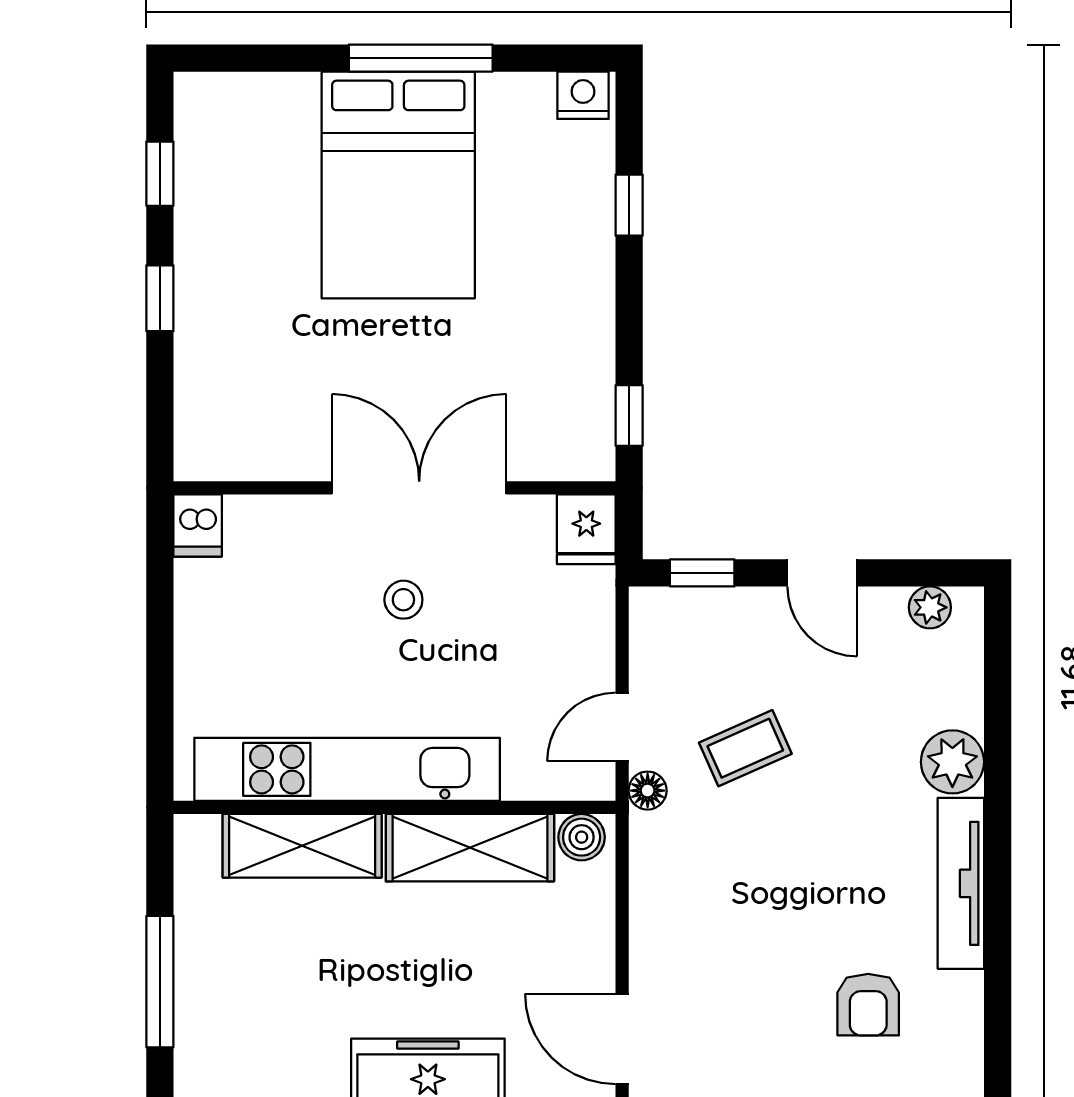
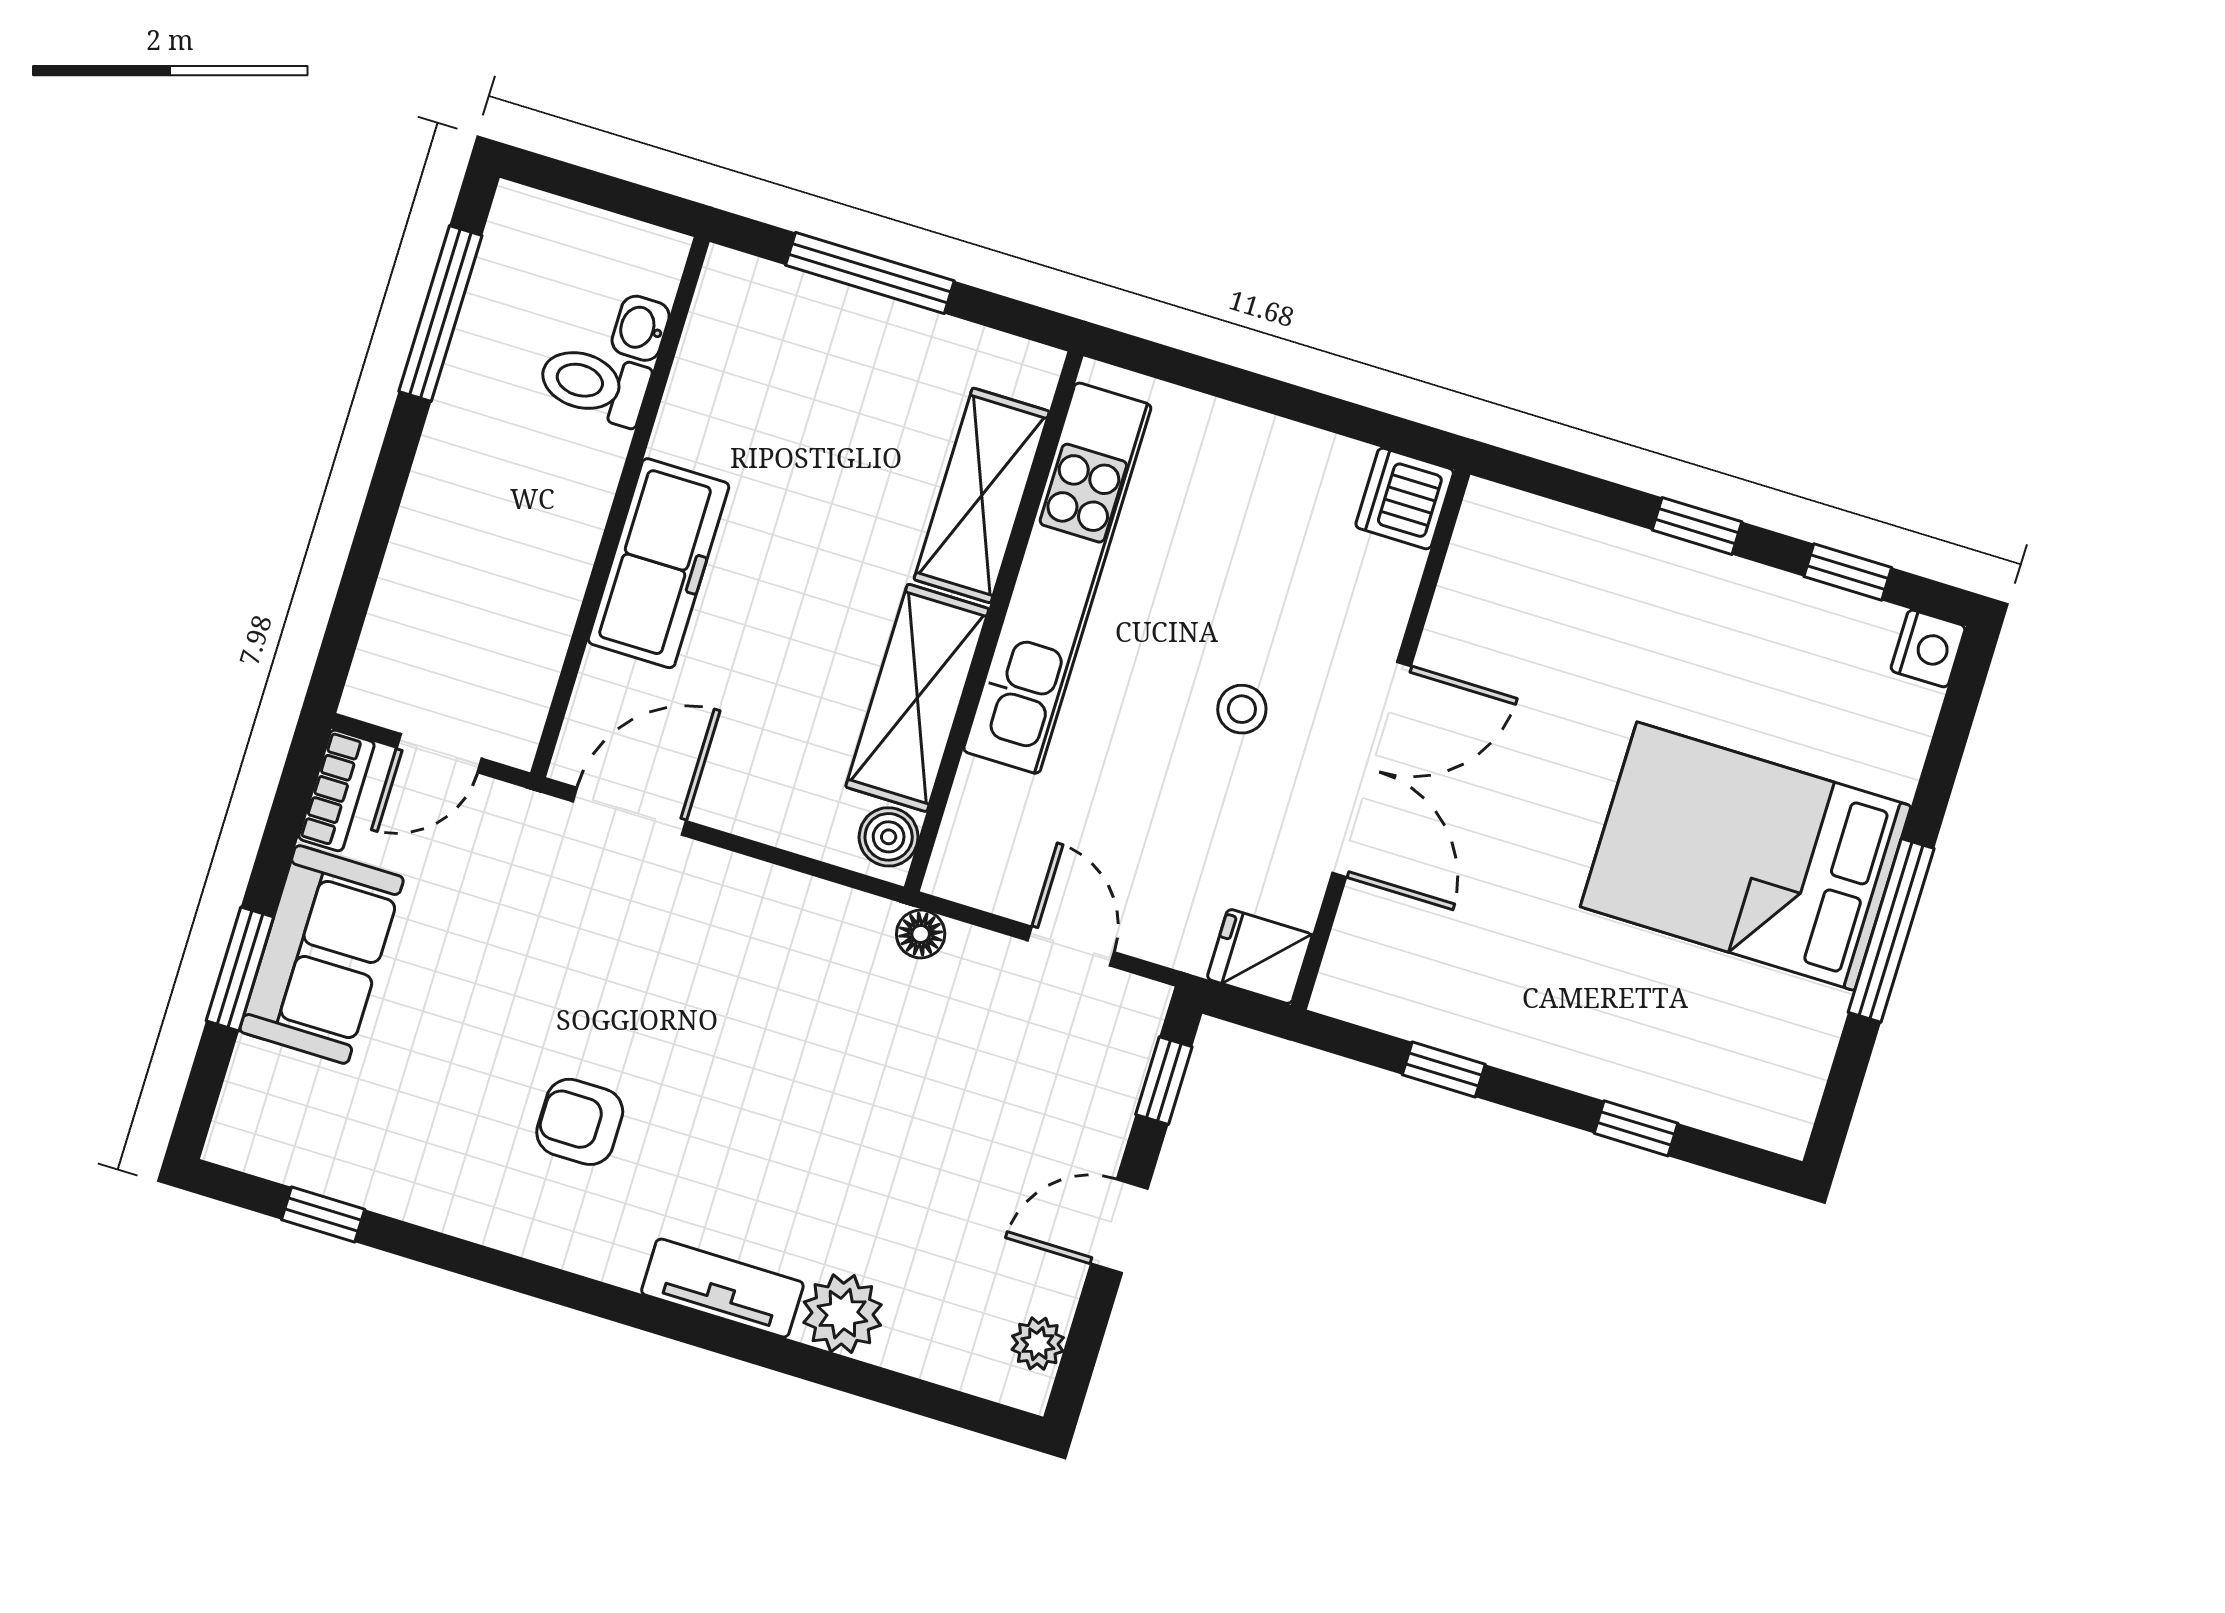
nightstand: (583, 95) -> (1928, 649), moved
window: (629, 415) -> (1444, 1070), moved
dishwasher: (198, 525) -> (1405, 499), width x1.38
door: (622, 727) -> (1071, 946), moved
coffee table: (745, 748) -> (936, 1068), removed
tv unit: (961, 883) -> (722, 1288), width x0.71

